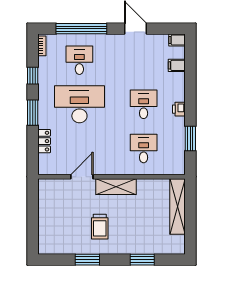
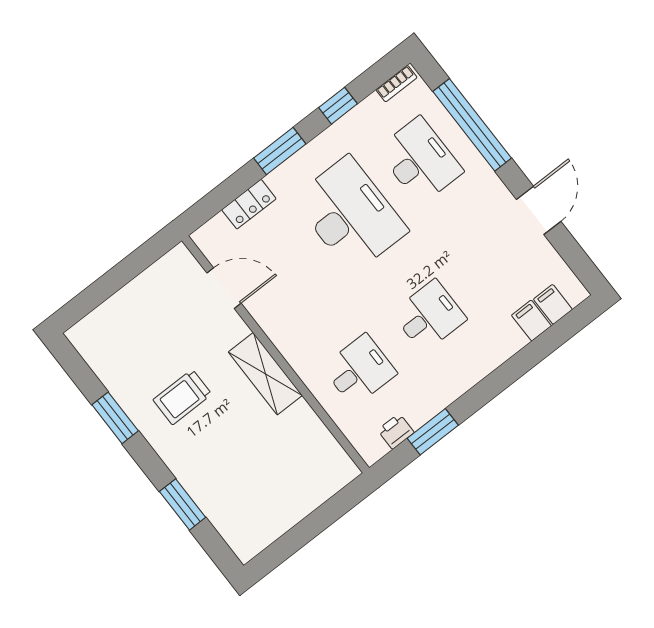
filing cabinet: (177, 40) -> (553, 304), moved
desk: (79, 60) -> (420, 161), width x1.37
printer: (179, 109) -> (396, 431), moved
door: (82, 177) -> (224, 288), moved
shelving: (178, 207) -> (310, 495), removed

